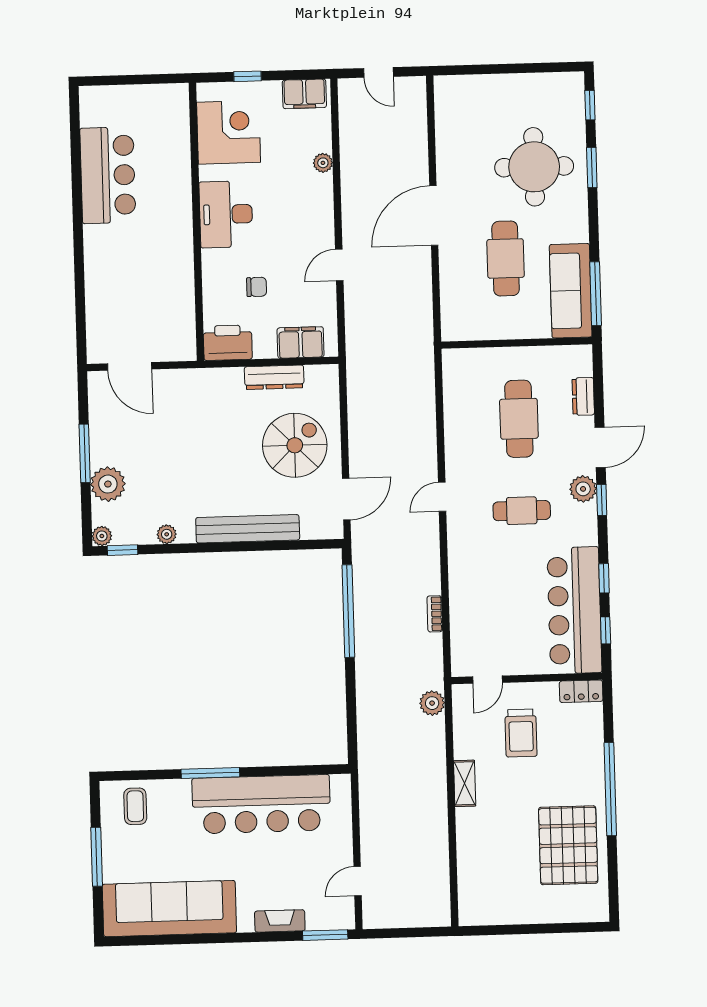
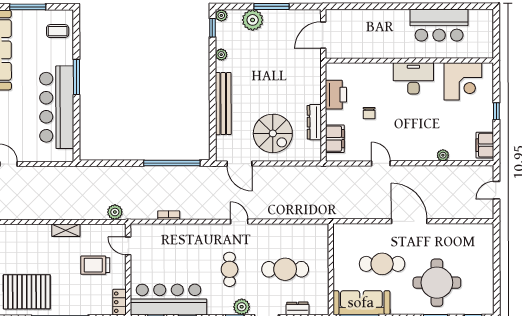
corner desk: (229, 132) -> (463, 81), moved
desk: (226, 214) -> (413, 78), moved
wall: (196, 222) -> (409, 61), moved

